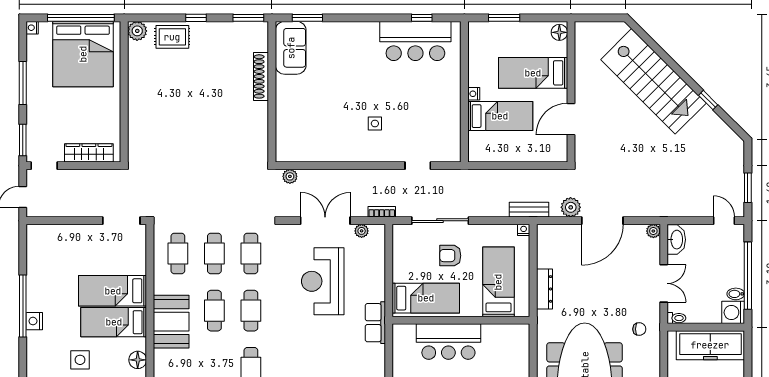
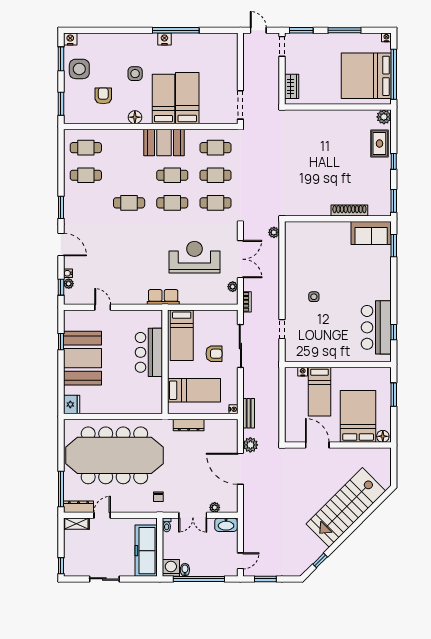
bed: (533, 73) -> (358, 416), width x1.50
nightstand: (474, 94) -> (303, 372), moved
window: (708, 100) -> (320, 560), moved
wardrobe: (89, 153) -> (292, 86), width x0.67
plant: (653, 231) -> (215, 507), moved
armchair: (450, 256) -> (214, 354), turned 90

